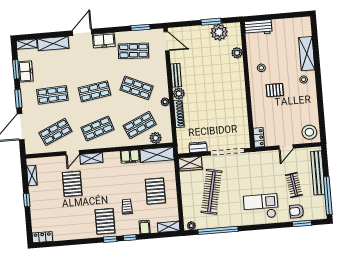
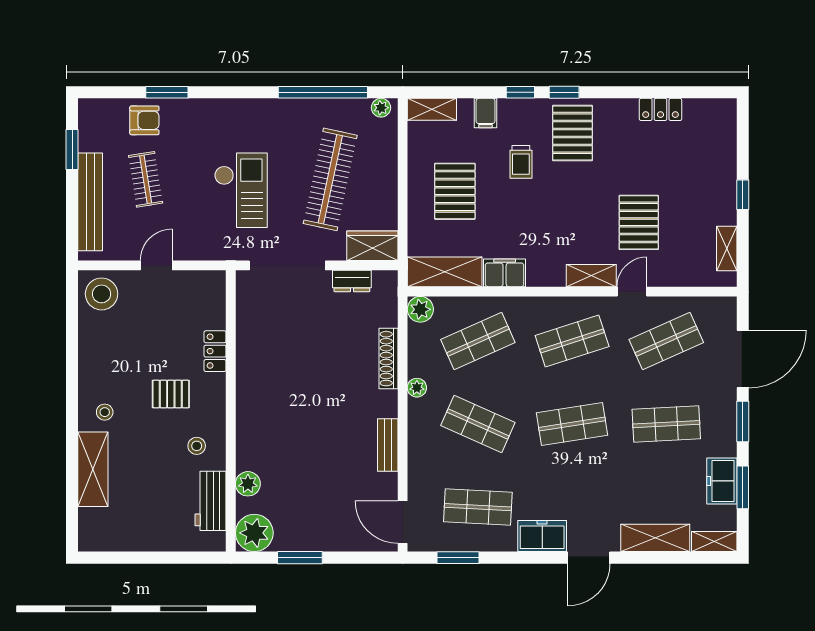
workbench: (258, 27) -> (211, 501), moved, turned -90
plant: (219, 32) -> (254, 533), moved
plant: (179, 94) -> (385, 404), removed
locker: (259, 137) -> (215, 351), moved
plant: (156, 138) -> (420, 309), moved
window: (328, 196) -> (72, 149), width x0.47
checkout: (261, 207) -> (241, 190), moved, turned -90
window: (302, 223) -> (167, 92), moved
locker: (42, 237) -> (661, 109), moved

